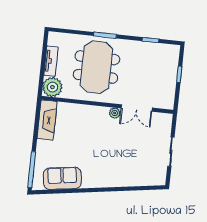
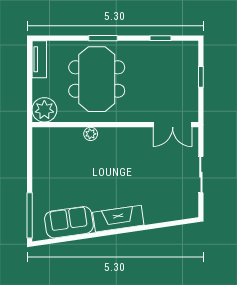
tv unit: (51, 61) -> (39, 59), moved
double door: (137, 108) -> (173, 125), moved
plant: (115, 113) -> (91, 134), moved
fireplace: (47, 120) -> (118, 219), moved, turned -98

